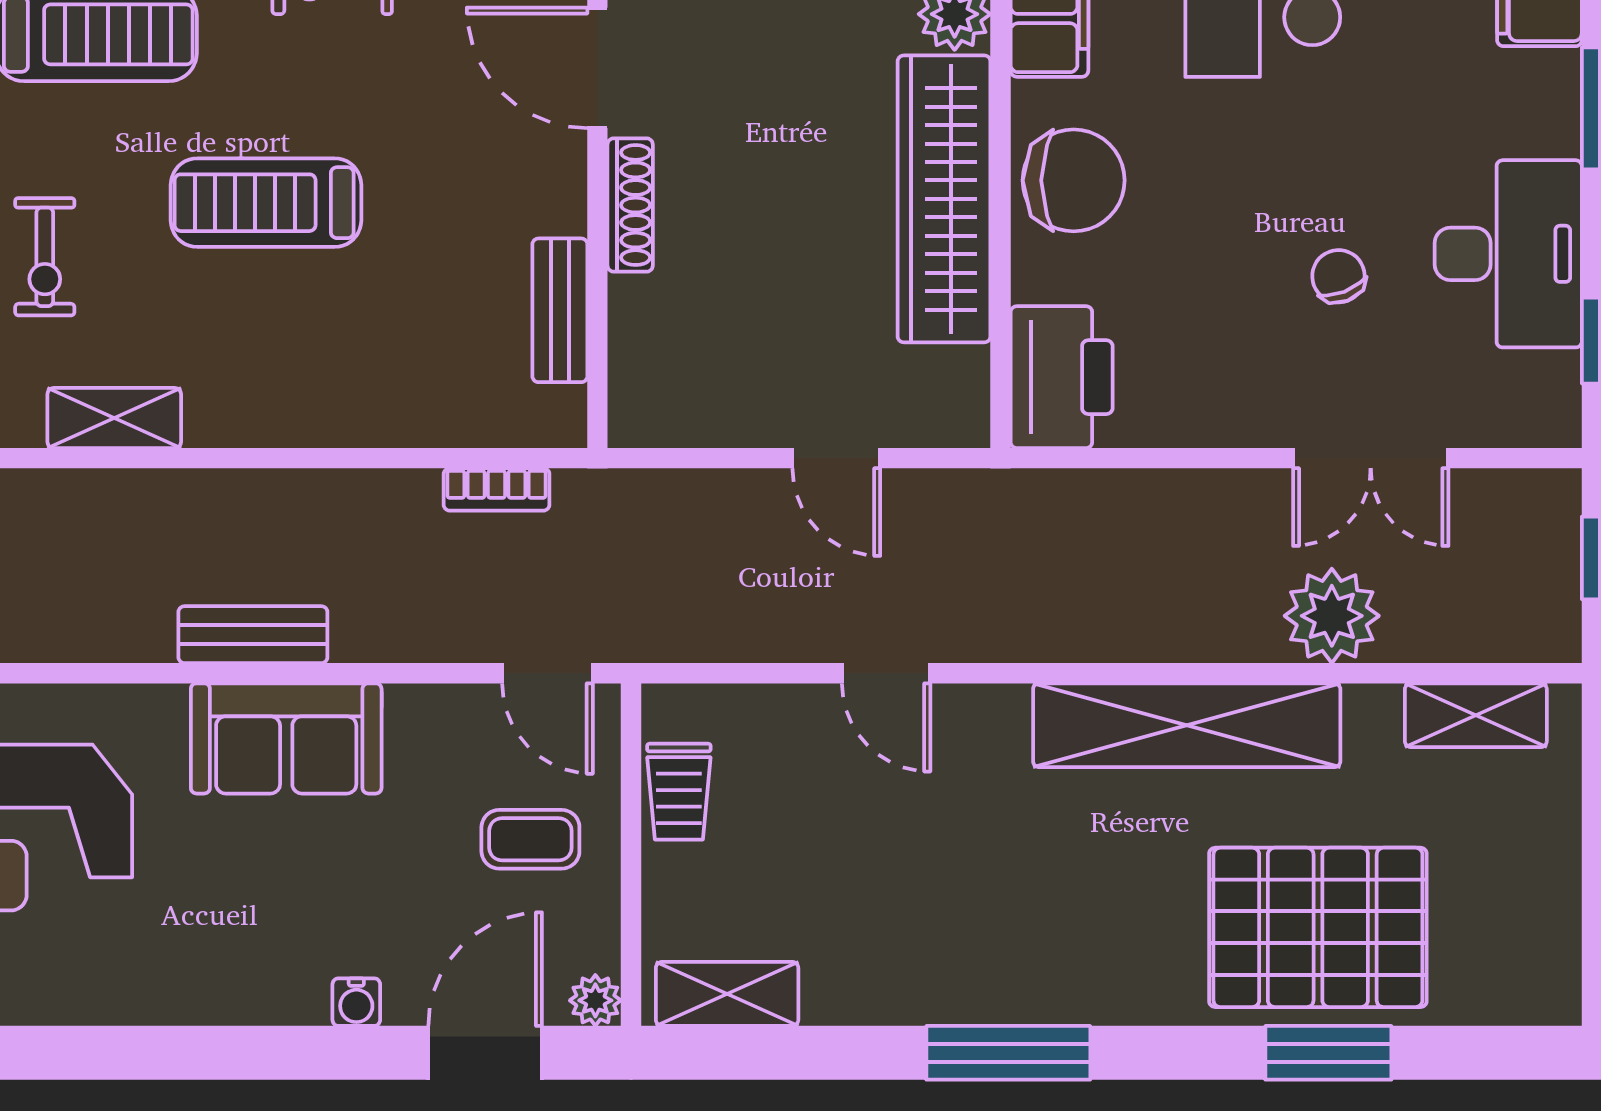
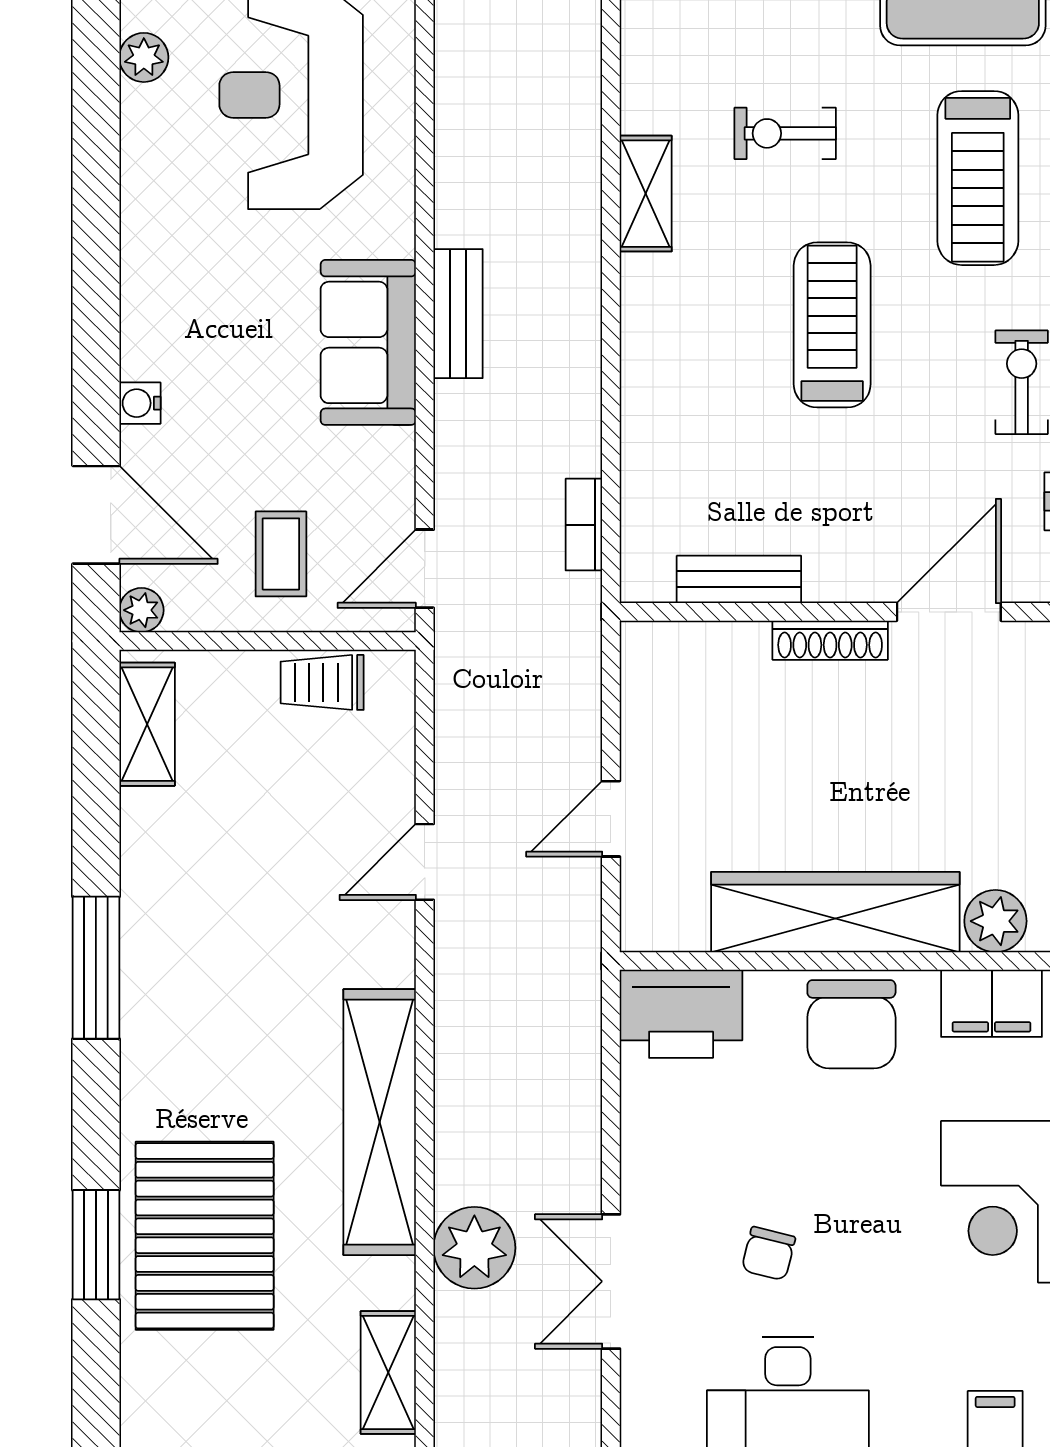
chair: (1338, 276) -> (768, 1254), turned 125

